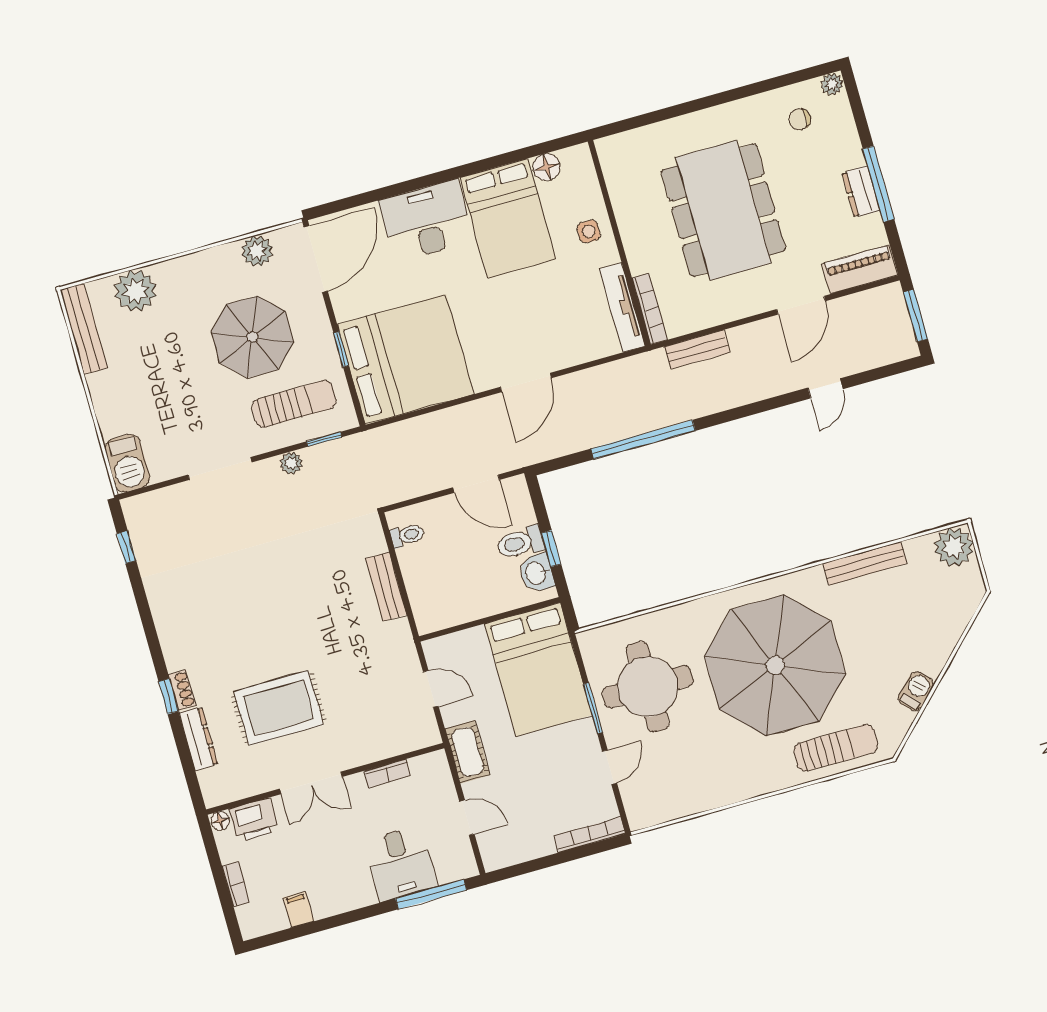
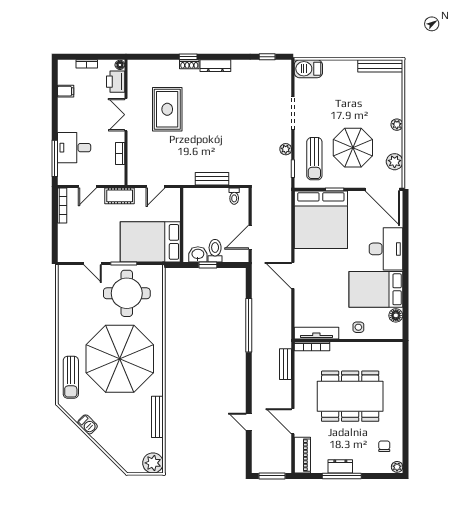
plant: (136, 291) -> (397, 125), moved, width x0.53, depth x0.53
dresser: (198, 739) -> (215, 66), moved
bookcase: (590, 835) -> (62, 206), moved

